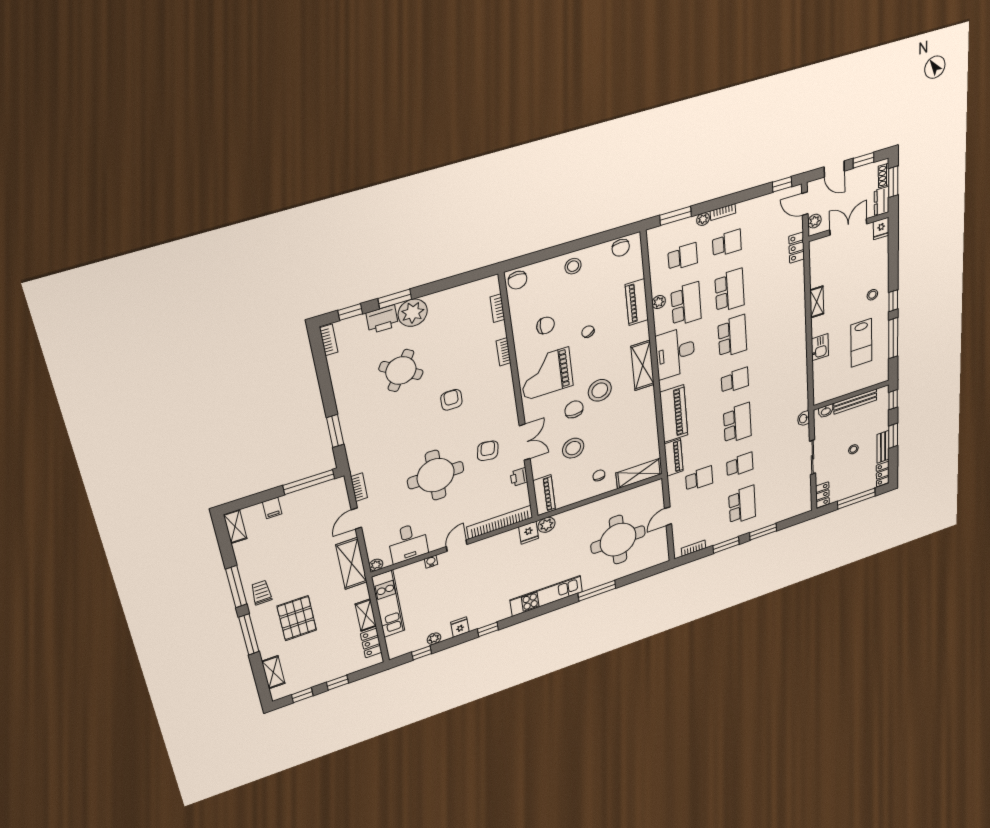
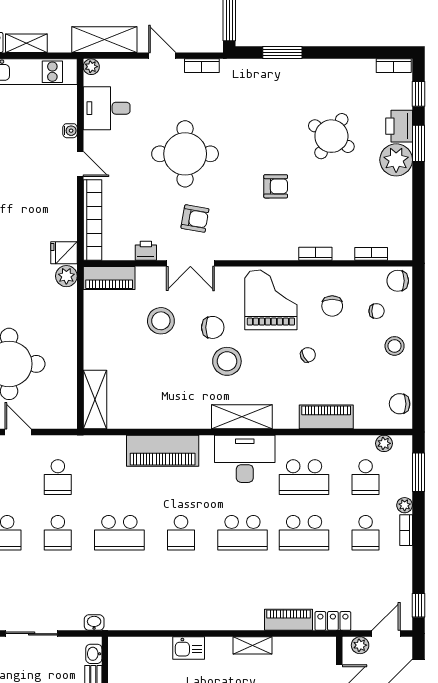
plant: (659, 302) -> (384, 443), moved
piano: (674, 457) -> (288, 620), moved, turned 180
chair: (599, 475) -> (377, 311), moved

